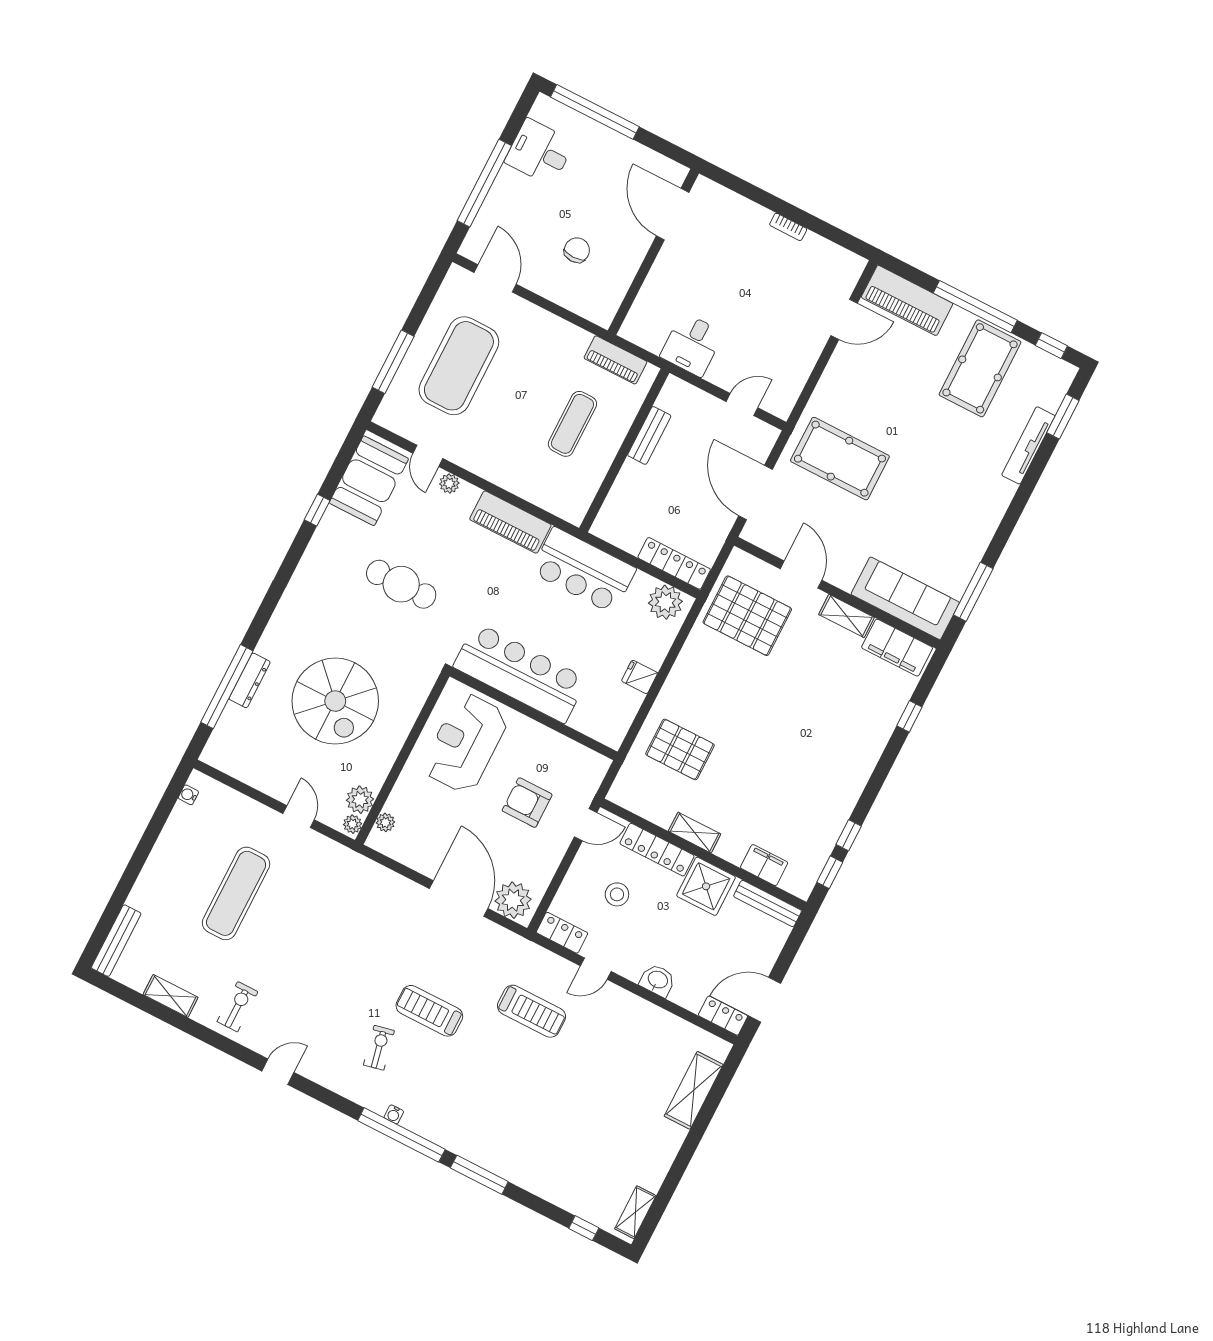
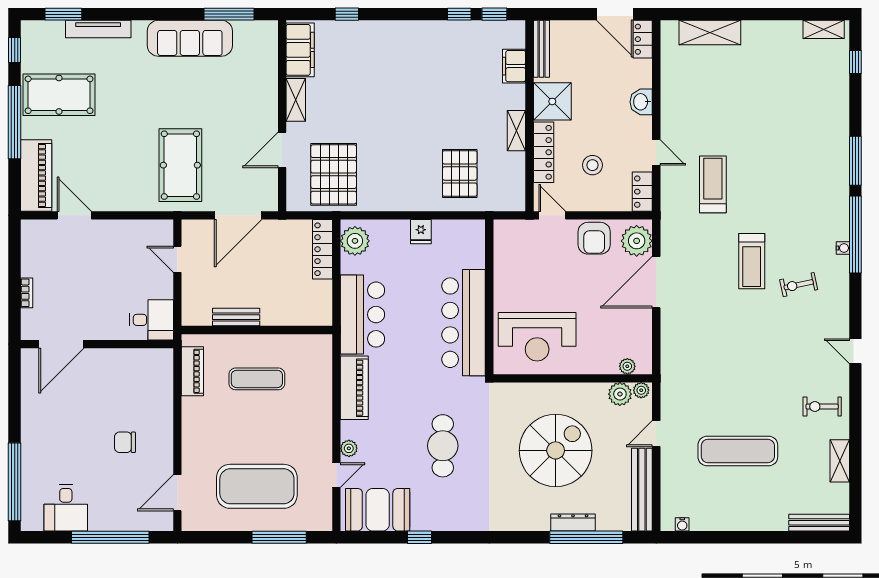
door: (673, 214) -> (61, 344), moved
wall: (653, 252) -> (97, 344), moved
sofa: (905, 598) -> (190, 38), moved, turned -90
bench: (247, 771) -> (642, 490), added
armchair: (527, 803) -> (594, 238), moved

